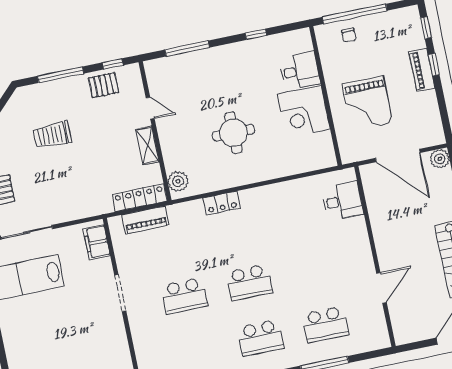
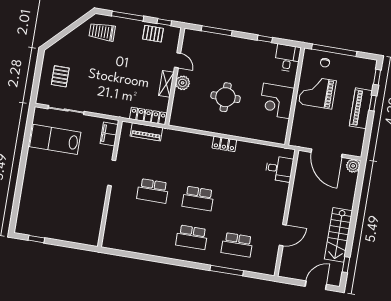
piano: (422, 70) -> (361, 108), width x1.37, depth x1.33
desk: (300, 71) -> (288, 58), moved, turned -90
grand piano: (368, 104) -> (317, 92), moved, turned 90
trolley: (52, 135) -> (102, 32), moved
plant: (178, 181) -> (183, 83), moved
locker: (222, 203) -> (224, 144), moved

